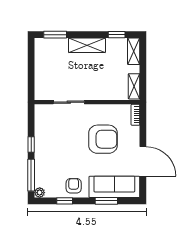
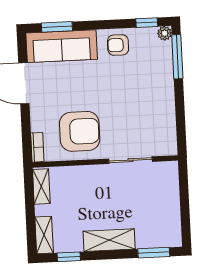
armchair: (103, 139) -> (80, 131), moved, turned 180
window: (31, 145) -> (179, 99), removed
armchair: (74, 186) -> (118, 45), turned 90
window: (65, 201) -> (147, 23), moved
window: (106, 201) -> (57, 27), moved

